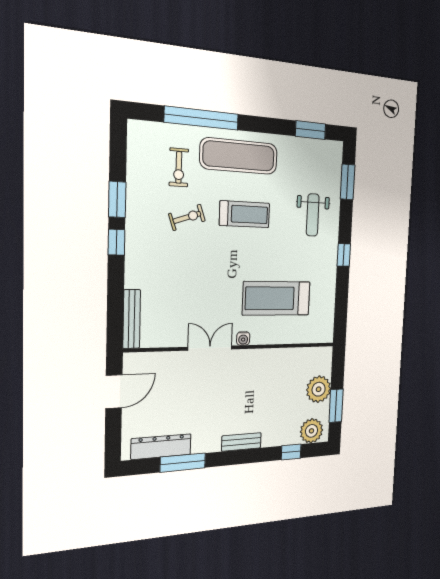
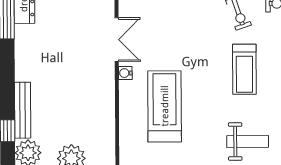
weight bench: (313, 215) -> (248, 141), turned 180
bench: (241, 442) -> (23, 110), moved, width x1.36

